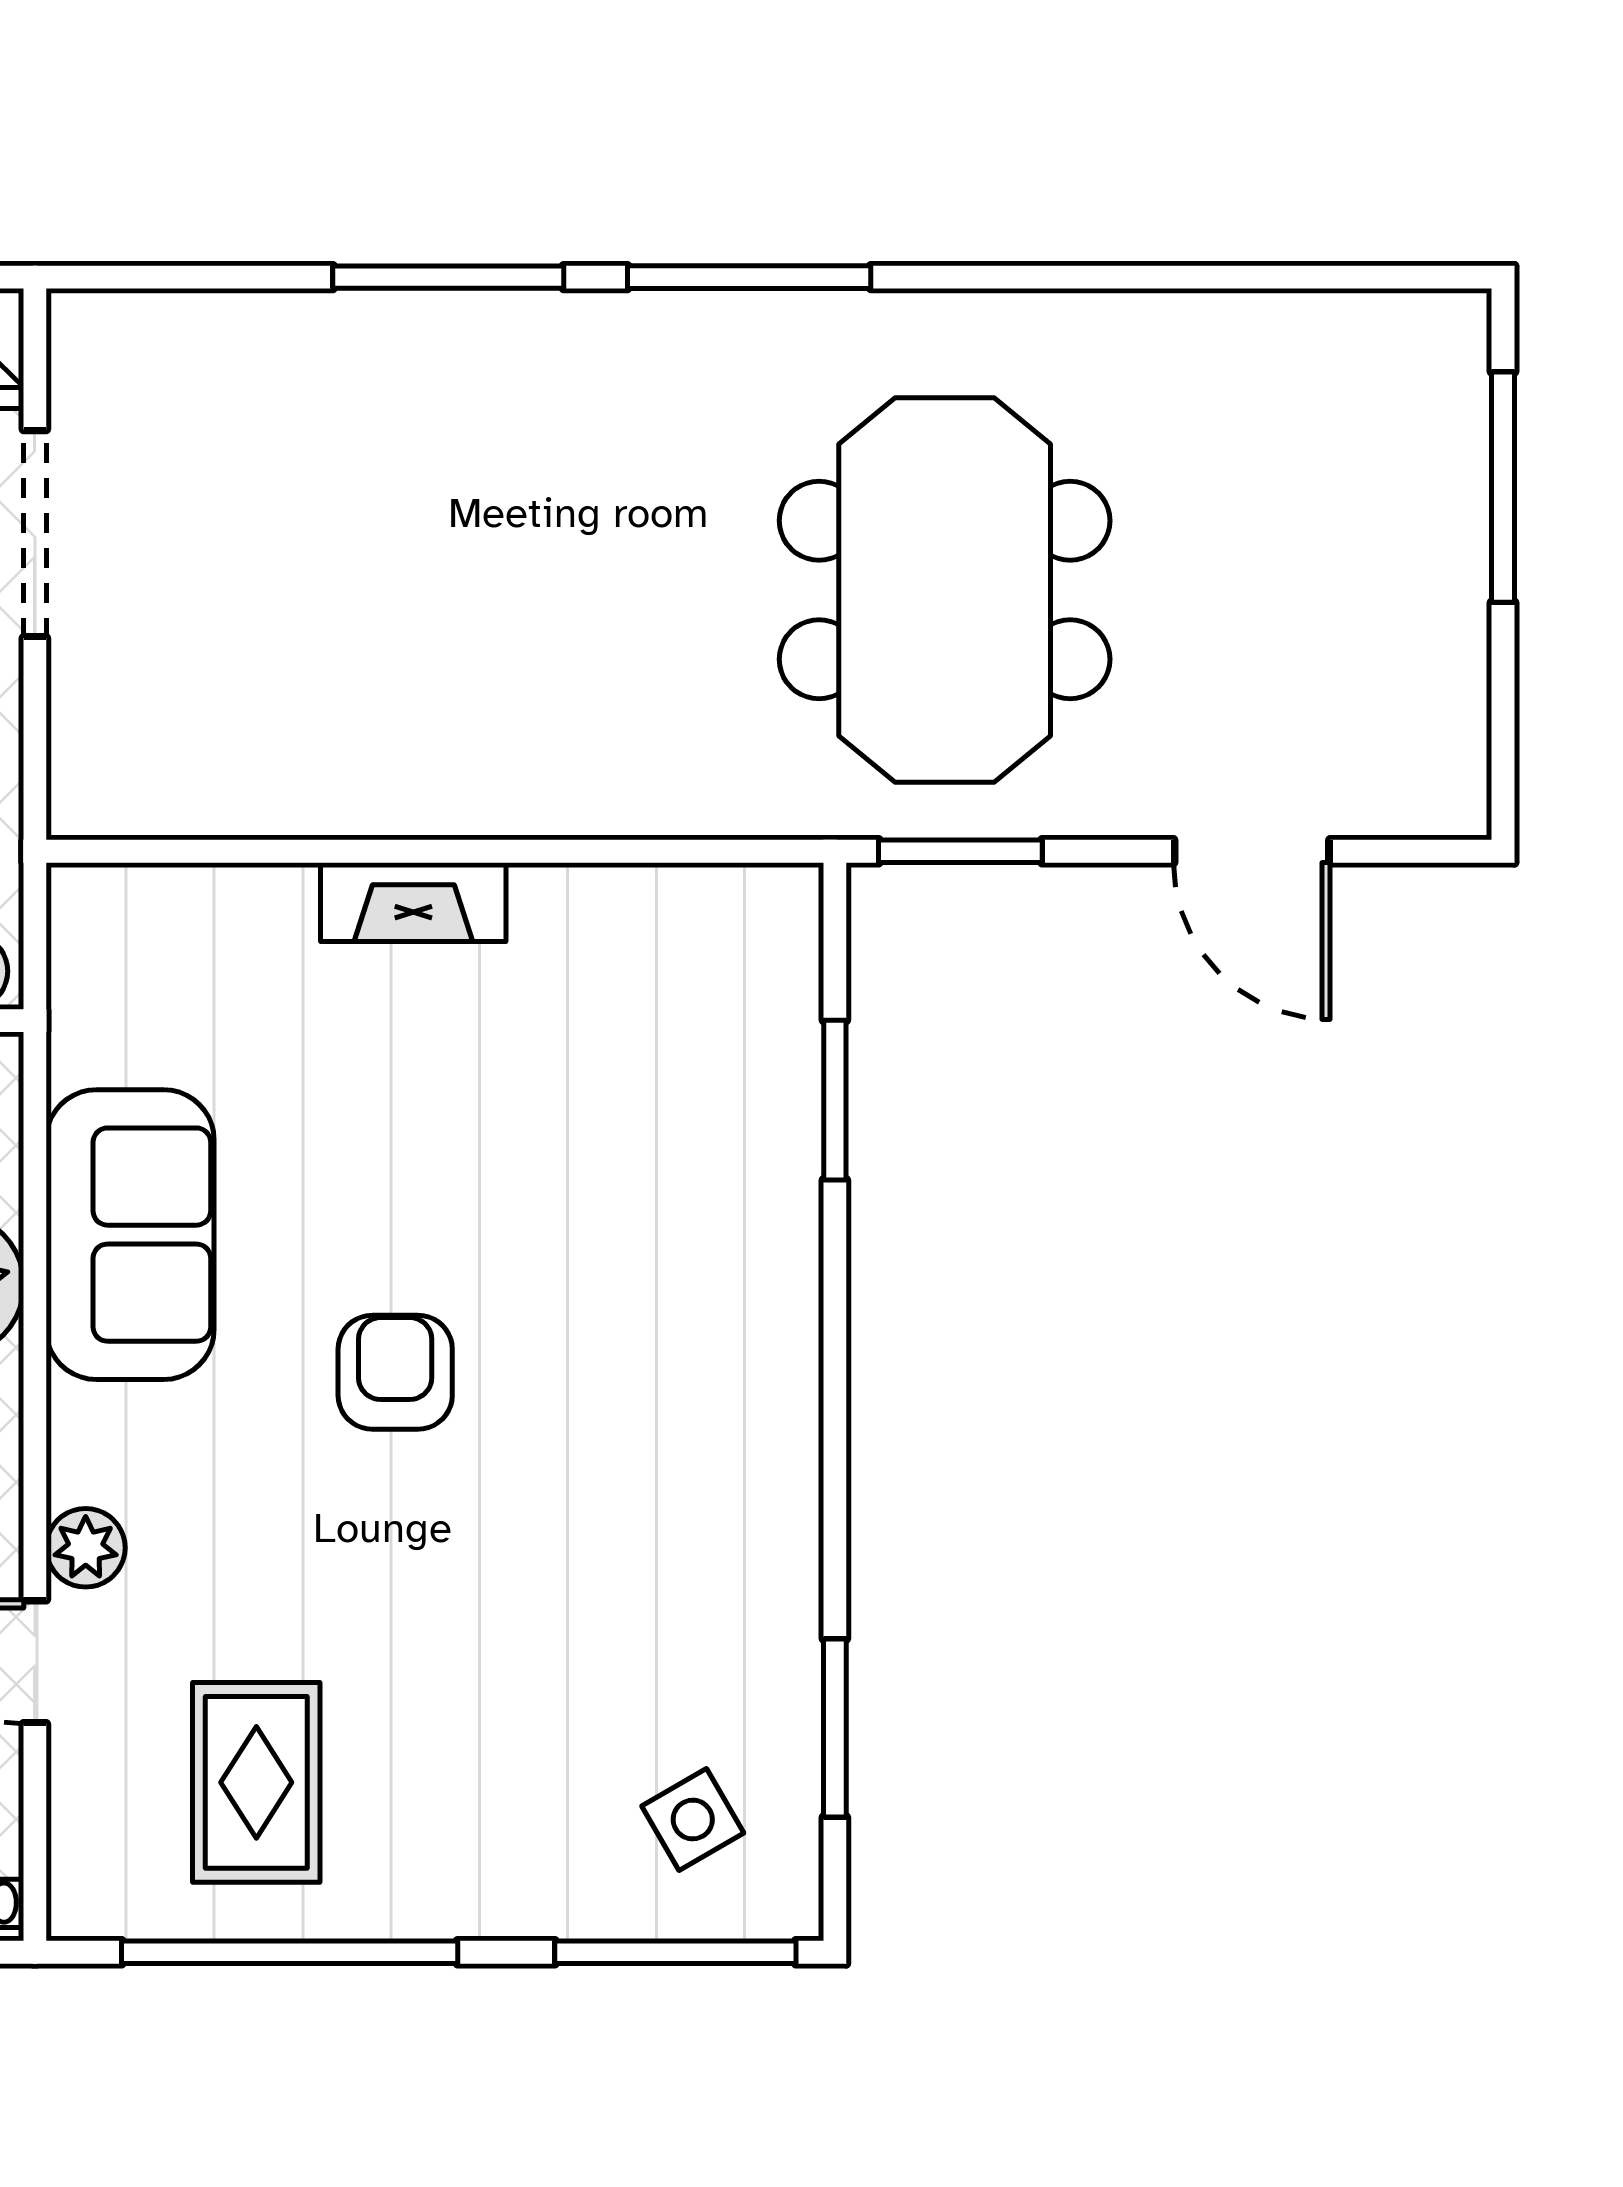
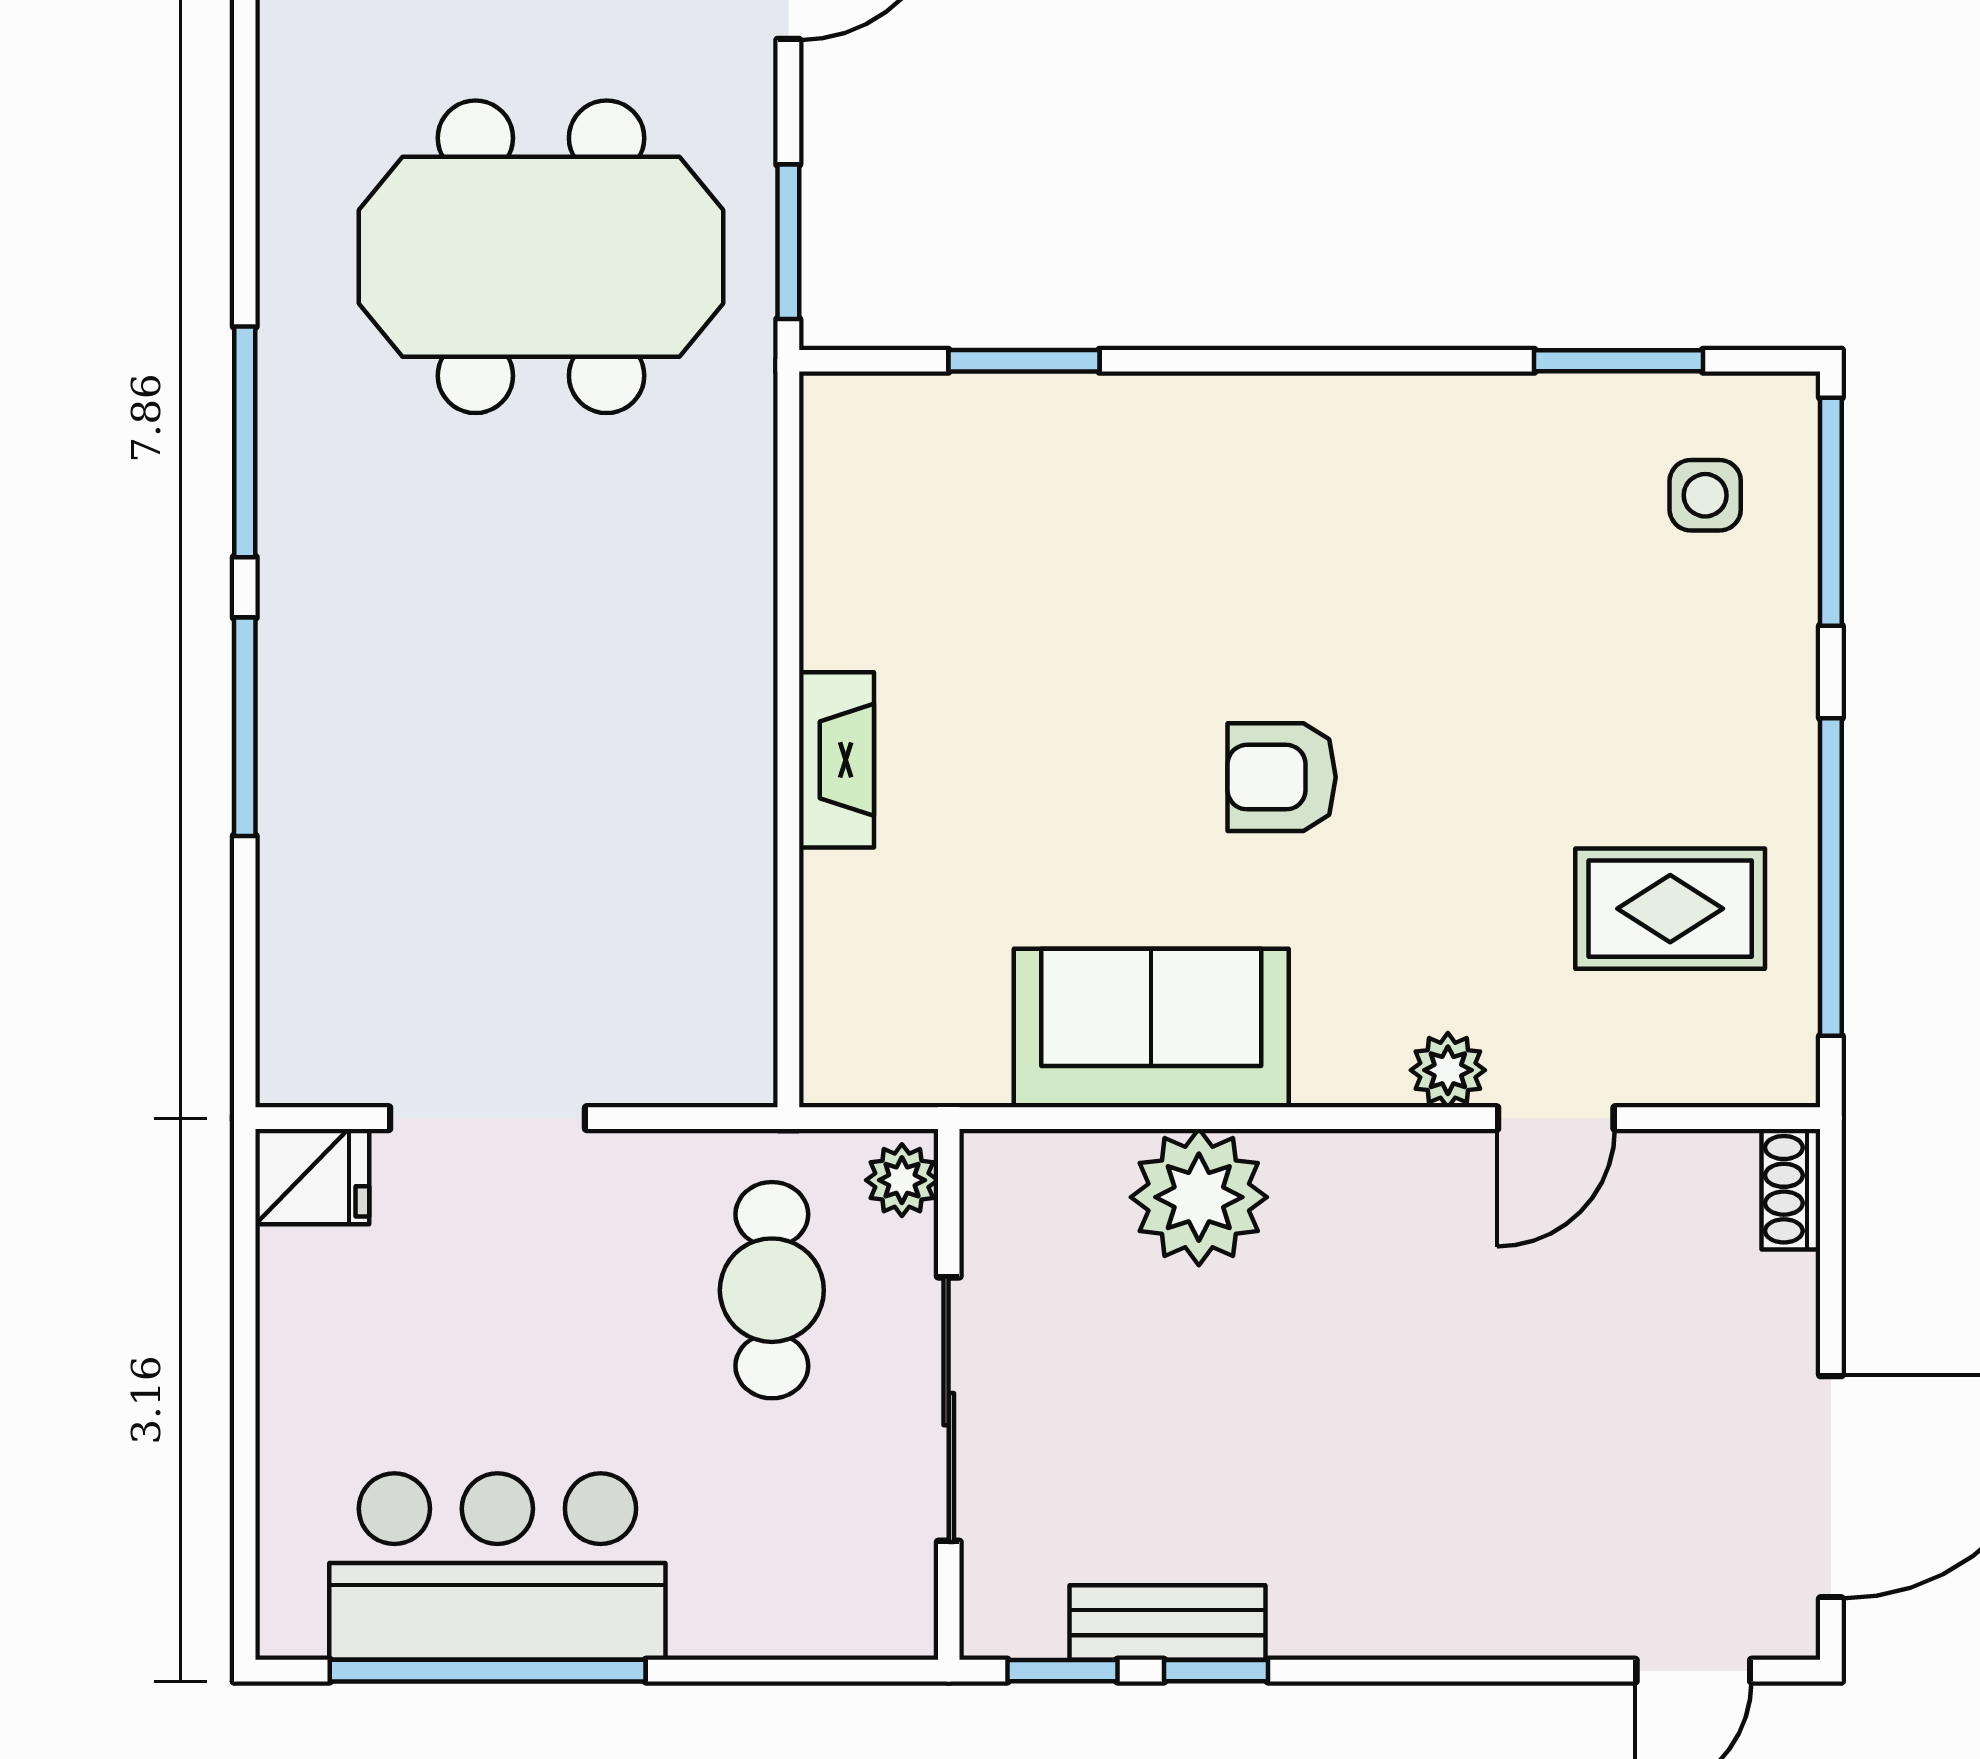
side table: (693, 1820) -> (1705, 495), turned 30

